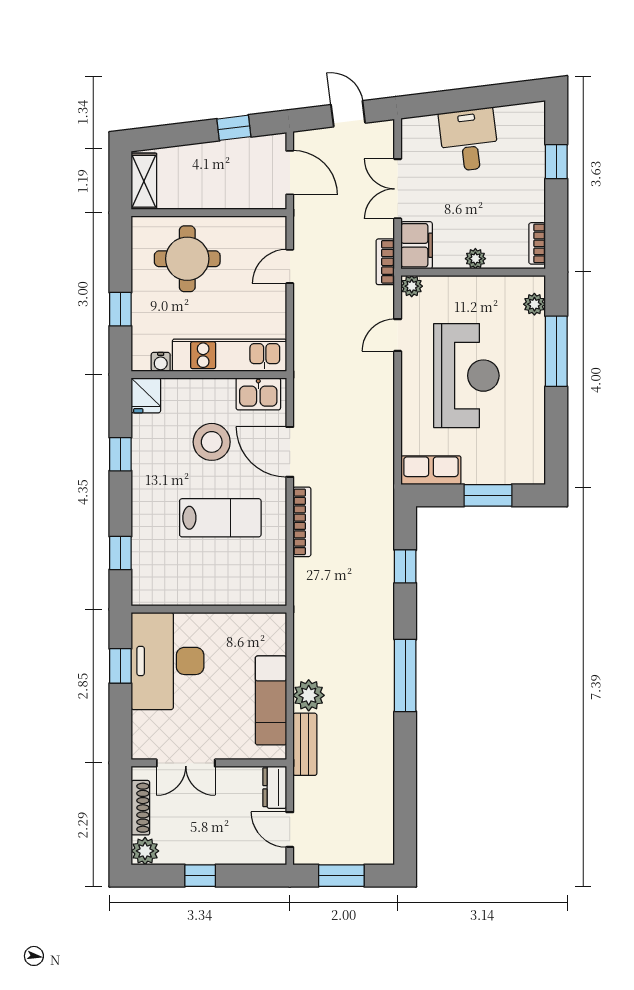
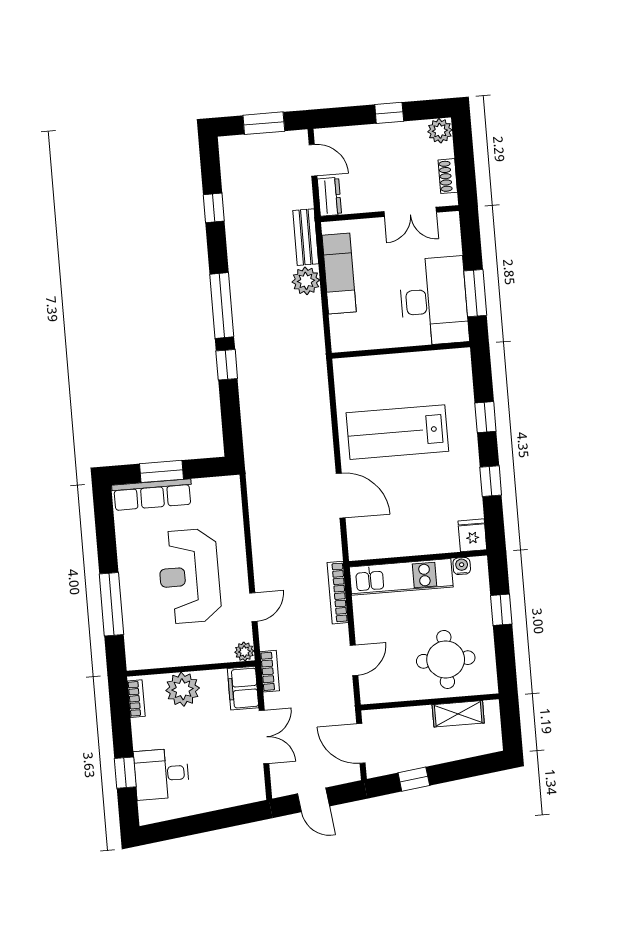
desk: (469, 140) -> (162, 774), moved, turned 97
shelving: (144, 181) -> (458, 714), moved, turned 90
plant: (475, 259) -> (183, 689), width x1.87, depth x1.87
plant: (534, 304) -> (134, 644), removed
kitchen sink: (258, 394) -> (373, 545), removed
stool: (212, 442) -> (411, 499), removed
row of seats: (431, 470) -> (152, 495), moved, width x1.48
lab bench: (220, 518) -> (397, 432), width x1.36, depth x1.39
bookcase: (302, 522) -> (338, 593), moved
window: (120, 553) -> (485, 417), moved
window: (405, 566) -> (227, 365), moved
window: (120, 666) -> (475, 293), width x1.50
double door: (186, 763) -> (410, 212), swing flipped
window: (405, 785) -> (214, 208), added
shoe rack: (140, 808) -> (448, 176), width x0.70

